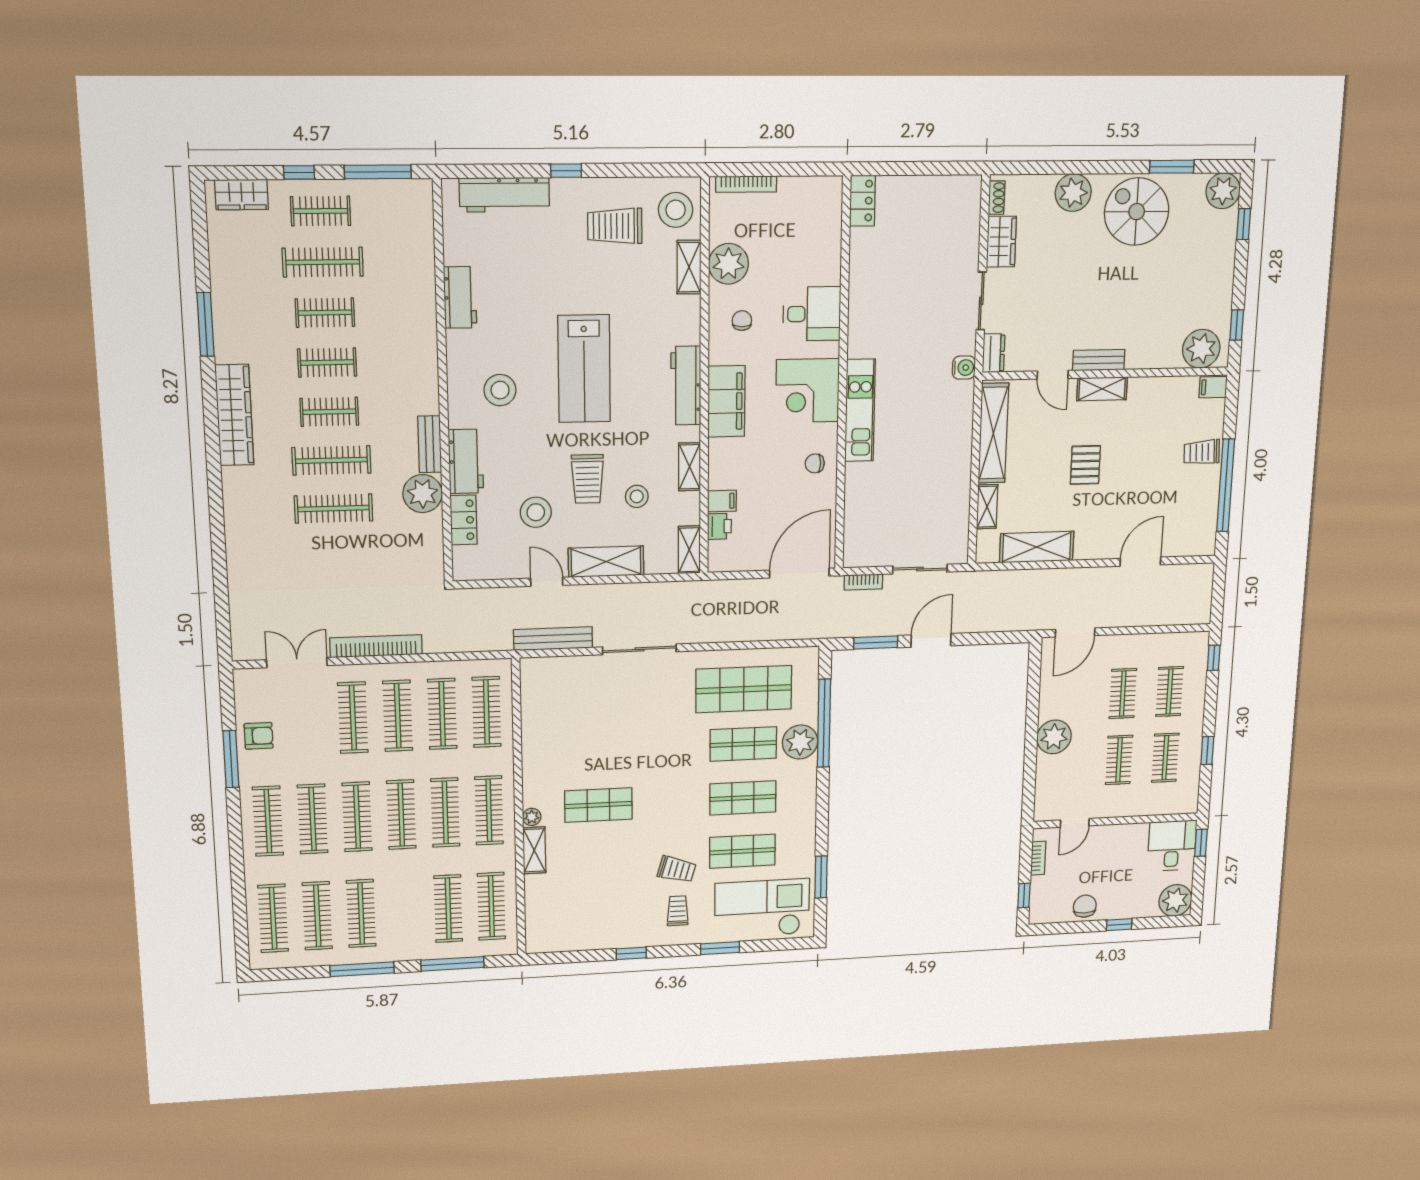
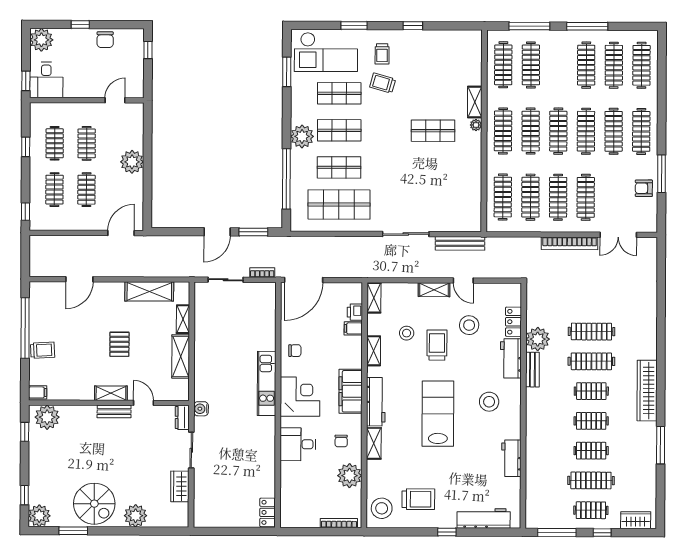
shoe rack: (997, 198) -> (184, 513), removed
shelving: (689, 267) -> (374, 443), moved
shelving: (993, 433) -> (181, 356), width x0.68
shelving: (606, 562) -> (434, 290), width x0.67, depth x0.75
plant: (800, 742) -> (302, 136), moved
bookcase: (1038, 858) -> (139, 76), removed

